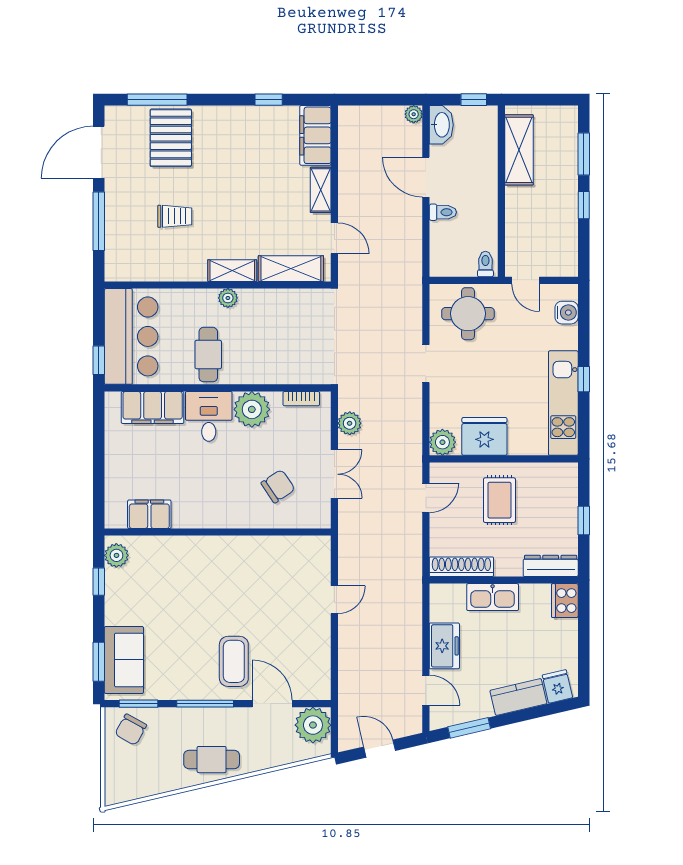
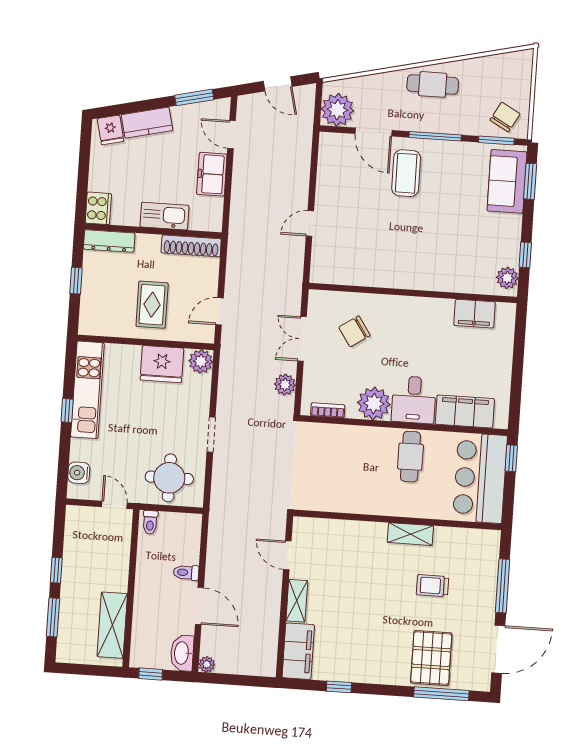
shelving: (291, 269) -> (329, 530), removed
shelving: (232, 271) -> (410, 534), moved
plant: (228, 298) -> (389, 507), removed

